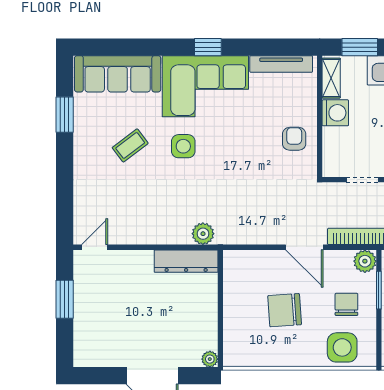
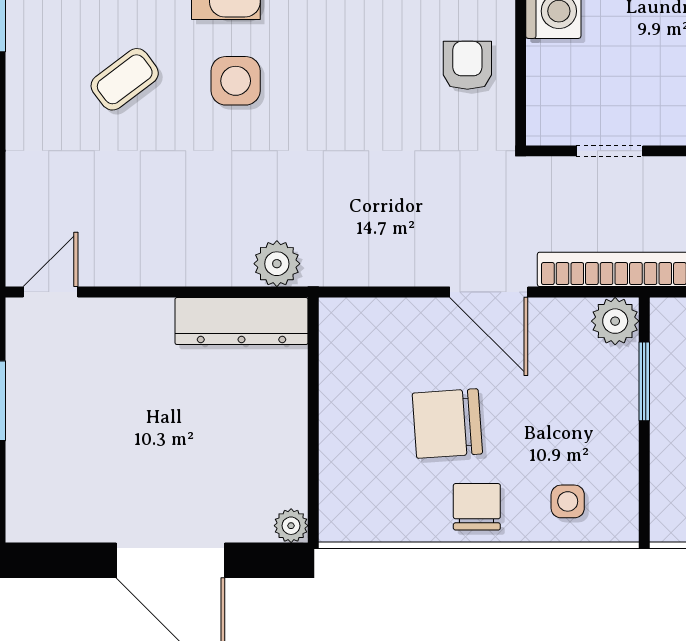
chair: (346, 304) -> (477, 507), moved
side table: (342, 347) -> (568, 501), width x0.54, depth x0.54

